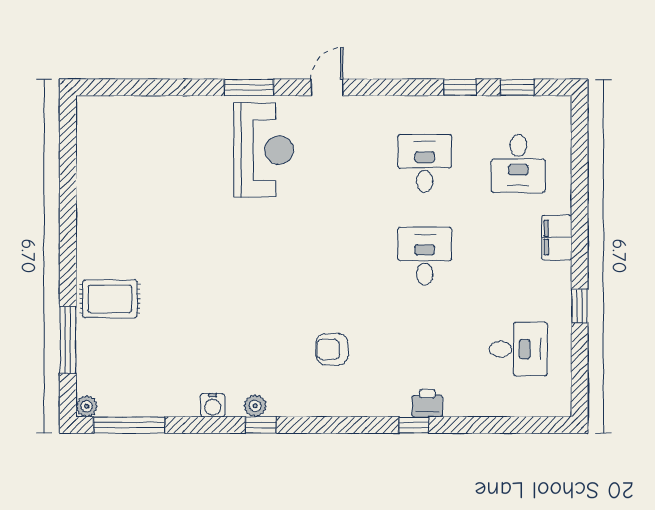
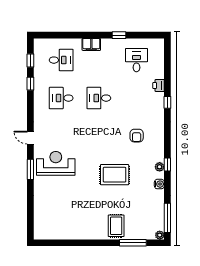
rug: (236, 295) -> (115, 175), added
printer: (427, 403) -> (159, 86), moved

